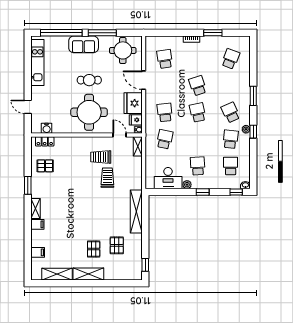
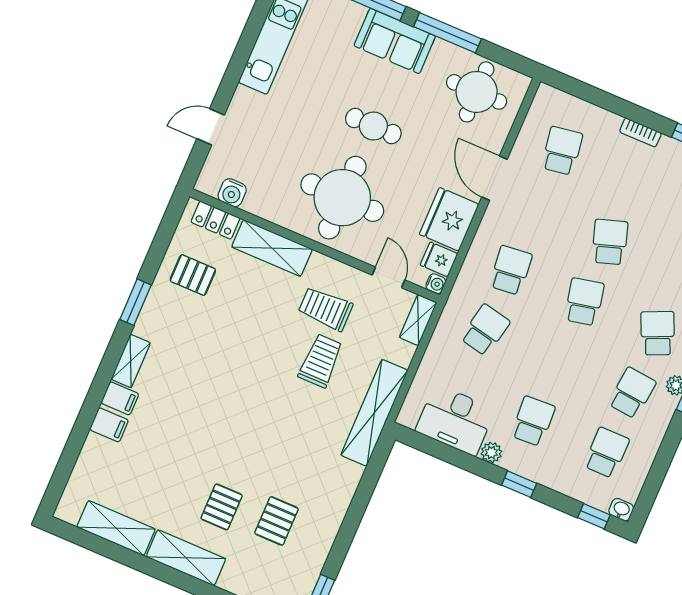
door: (28, 107) -> (211, 127), hinge flipped
shelving: (71, 143) -> (272, 248), added
shelving: (136, 212) -> (374, 413), moved
filing cabinet: (38, 252) -> (109, 425), moved

